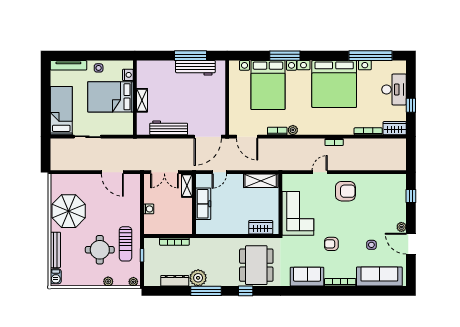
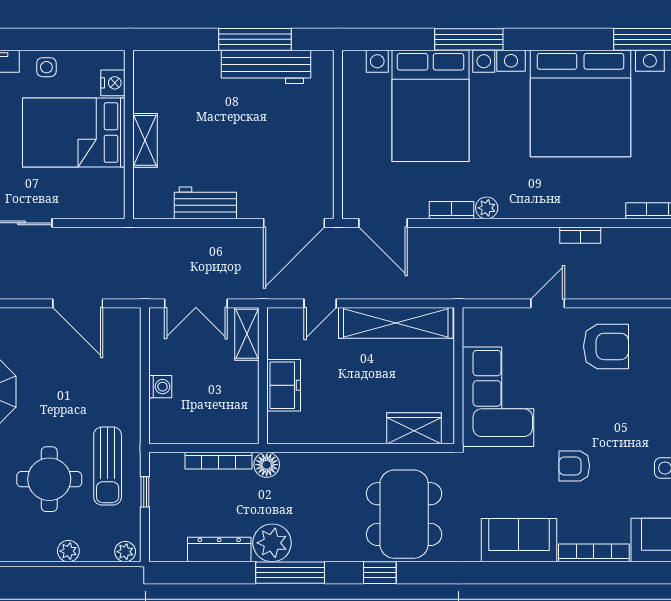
workbench: (169, 128) -> (205, 203), width x0.73
shelving: (261, 181) -> (396, 323), width x1.47
freezer: (203, 204) -> (284, 385), width x0.71
floor lamp: (196, 243) -> (267, 465), added

